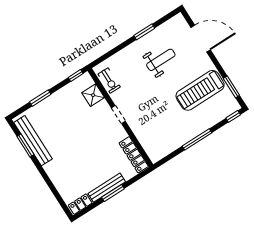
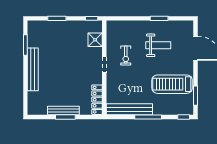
exercise bike: (109, 80) -> (126, 56), moved
bench: (33, 141) -> (33, 69), moved
bench: (173, 144) -> (129, 109), added
locker: (80, 204) -> (38, 110), removed

